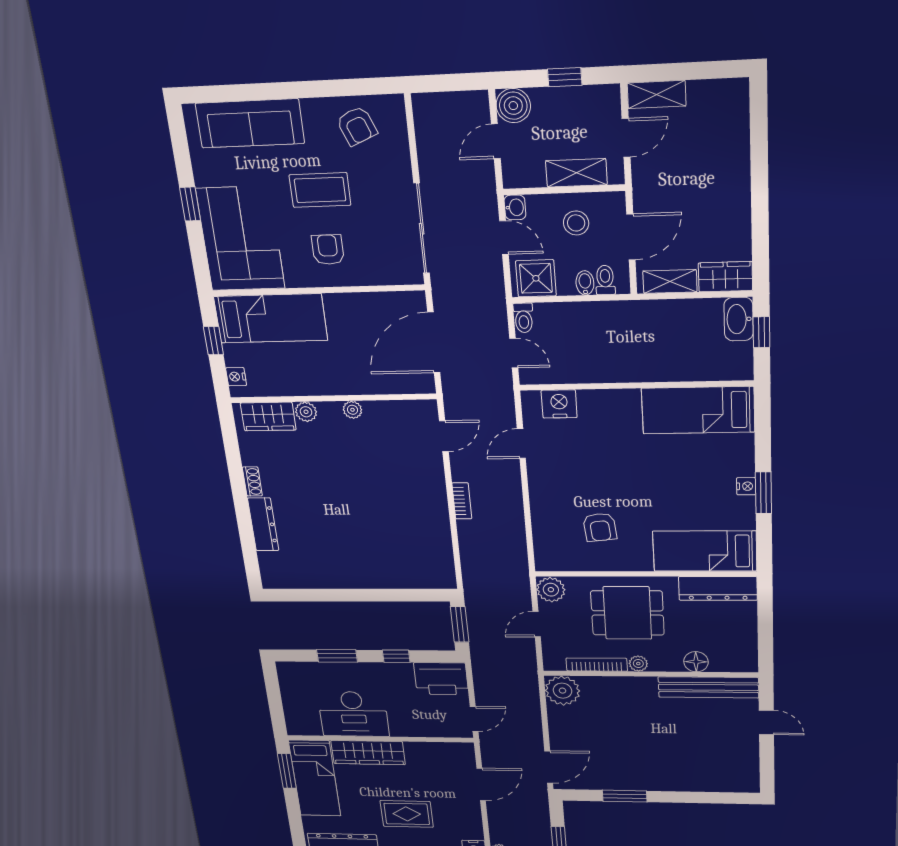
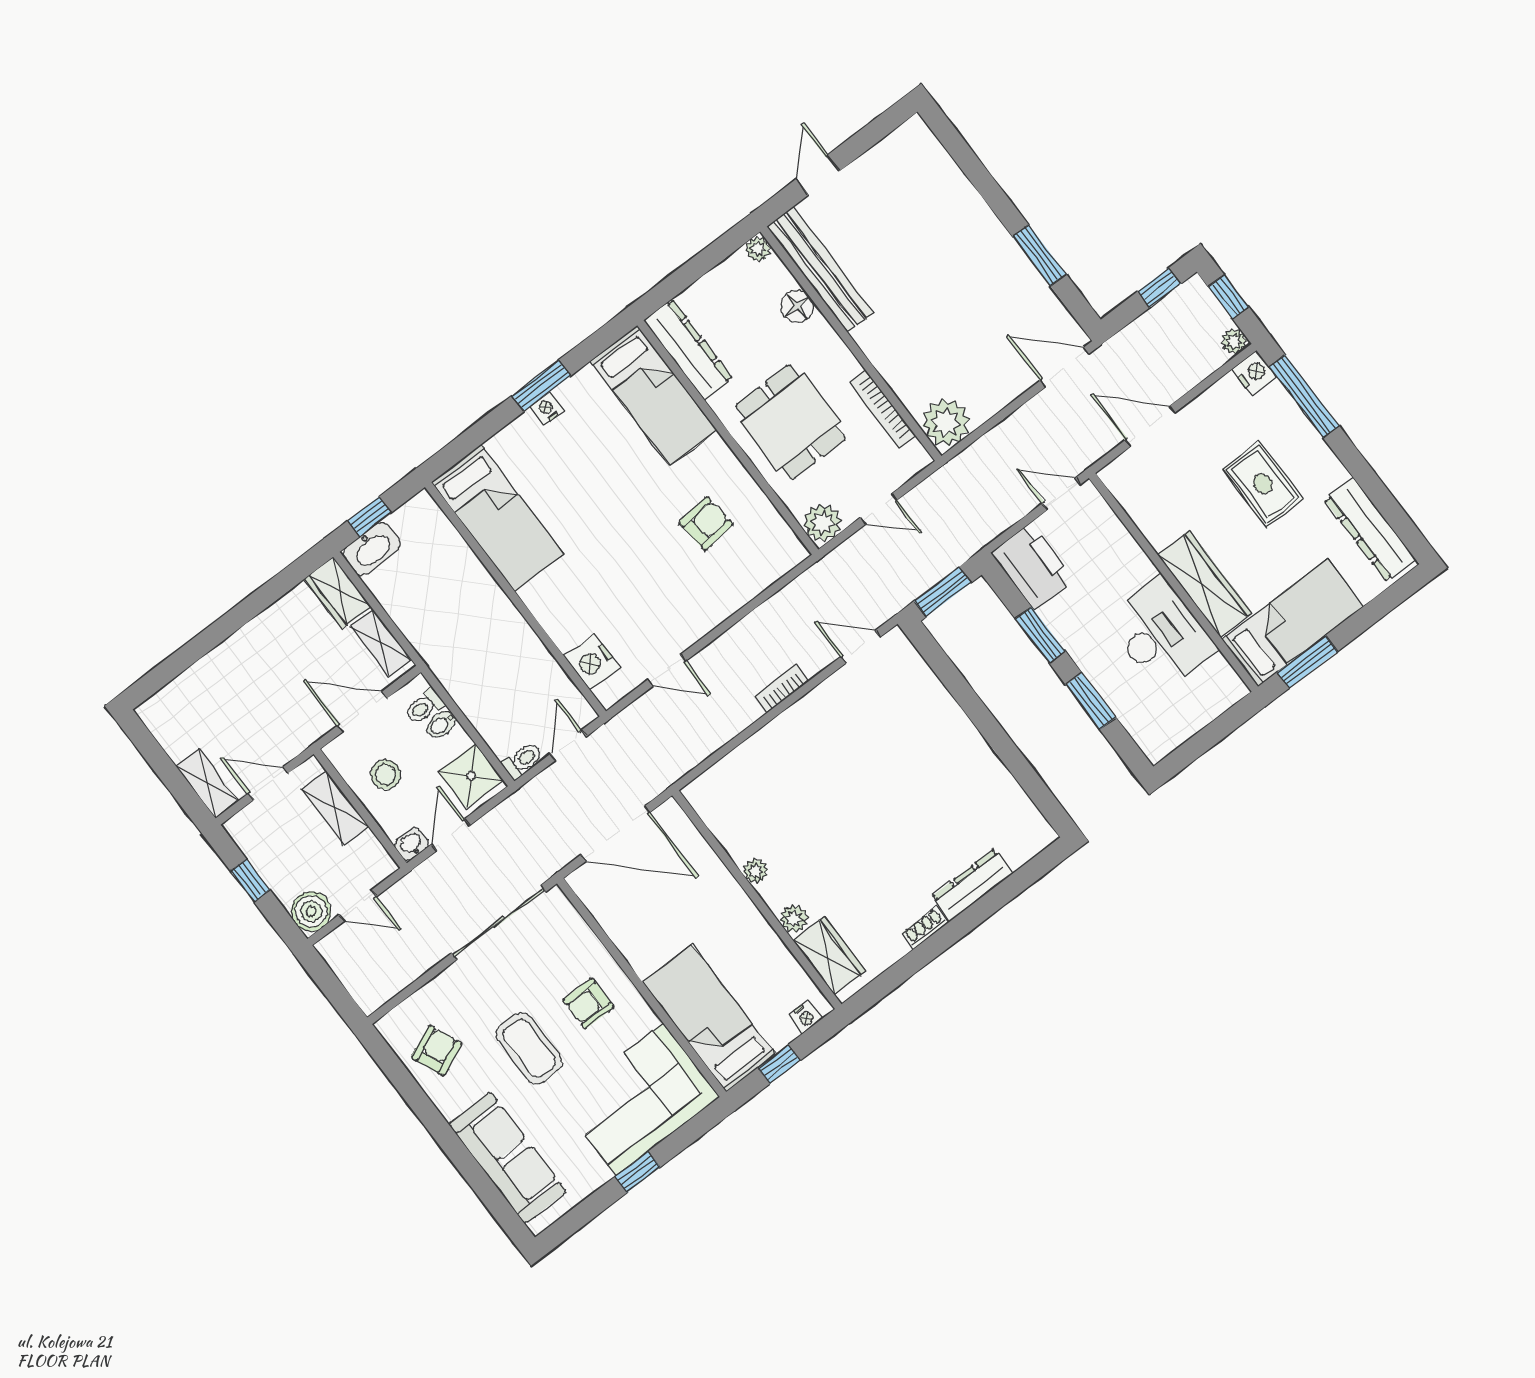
door: (444, 436) -> (861, 647), moved
window: (396, 656) -> (1040, 635), width x1.50
plant: (638, 664) -> (758, 249), moved

